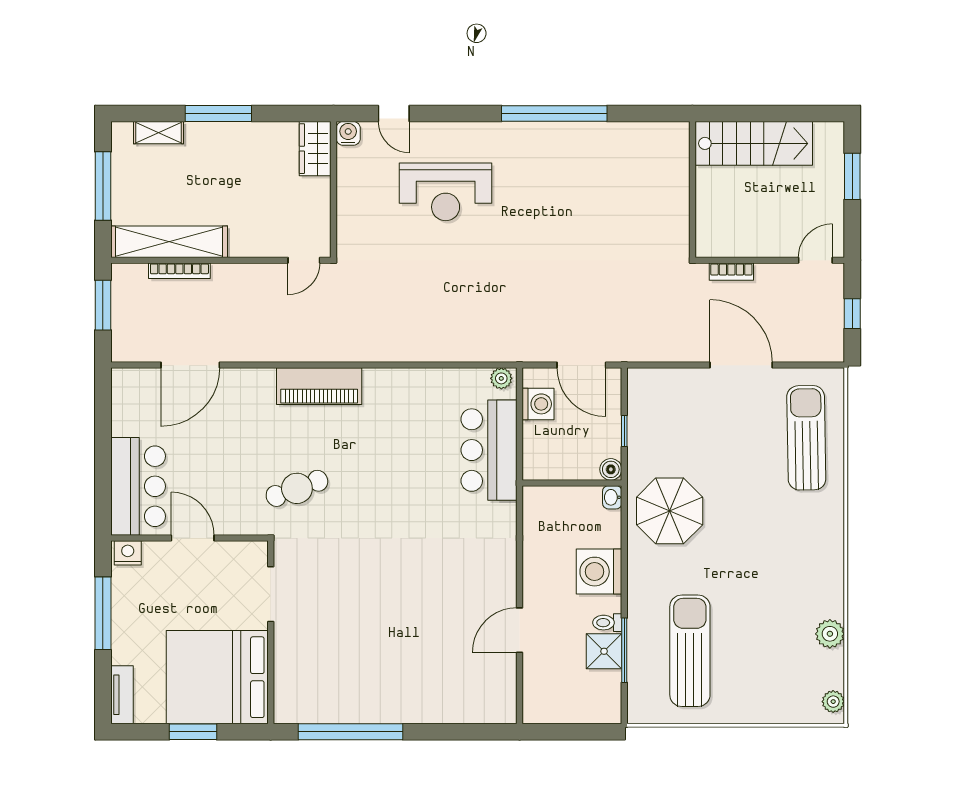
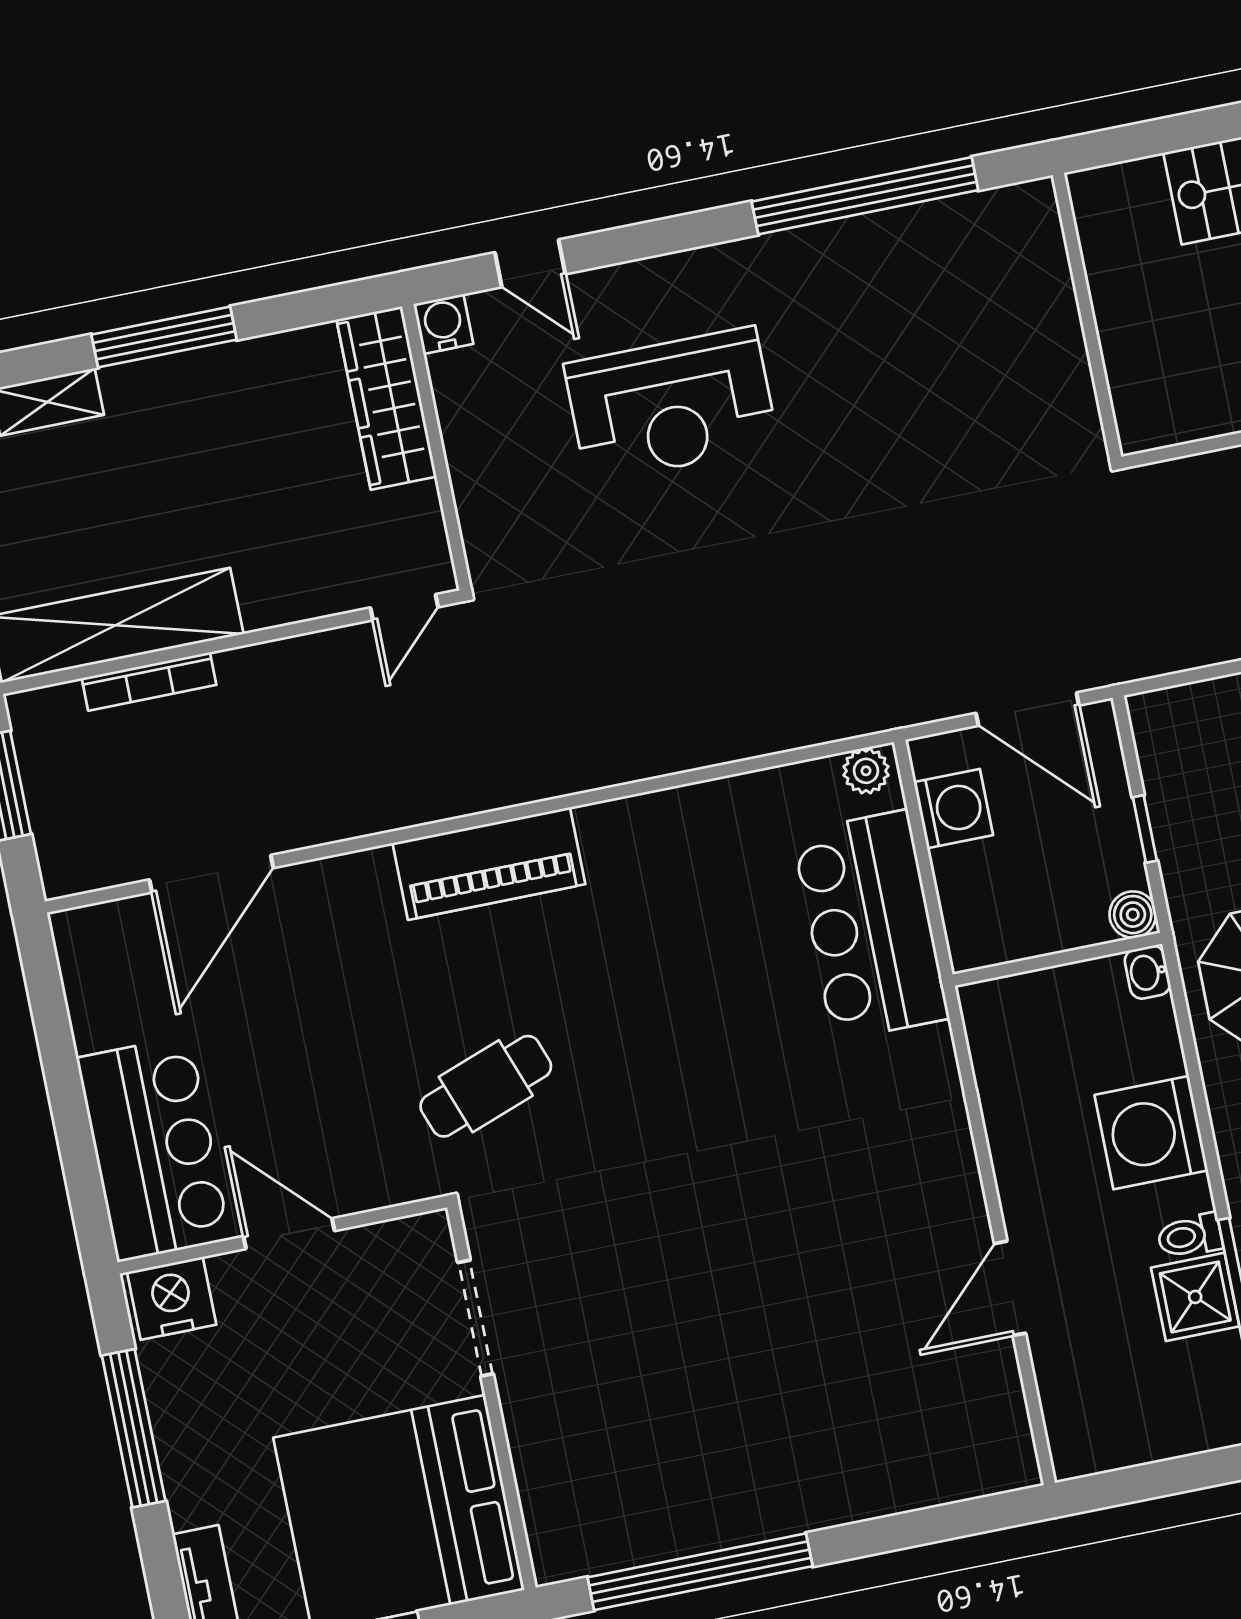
wardrobe: (315, 149) -> (387, 398), width x1.50
wall: (692, 189) -> (1087, 316), moved
nightstand: (128, 553) -> (172, 1298), width x1.36, depth x1.33

